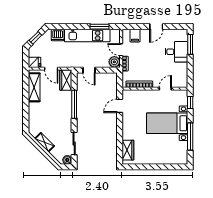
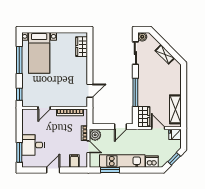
door: (89, 70) -> (121, 127), swing flipped
bed with nightstands: (167, 123) -> (39, 53), moved, turned 90

